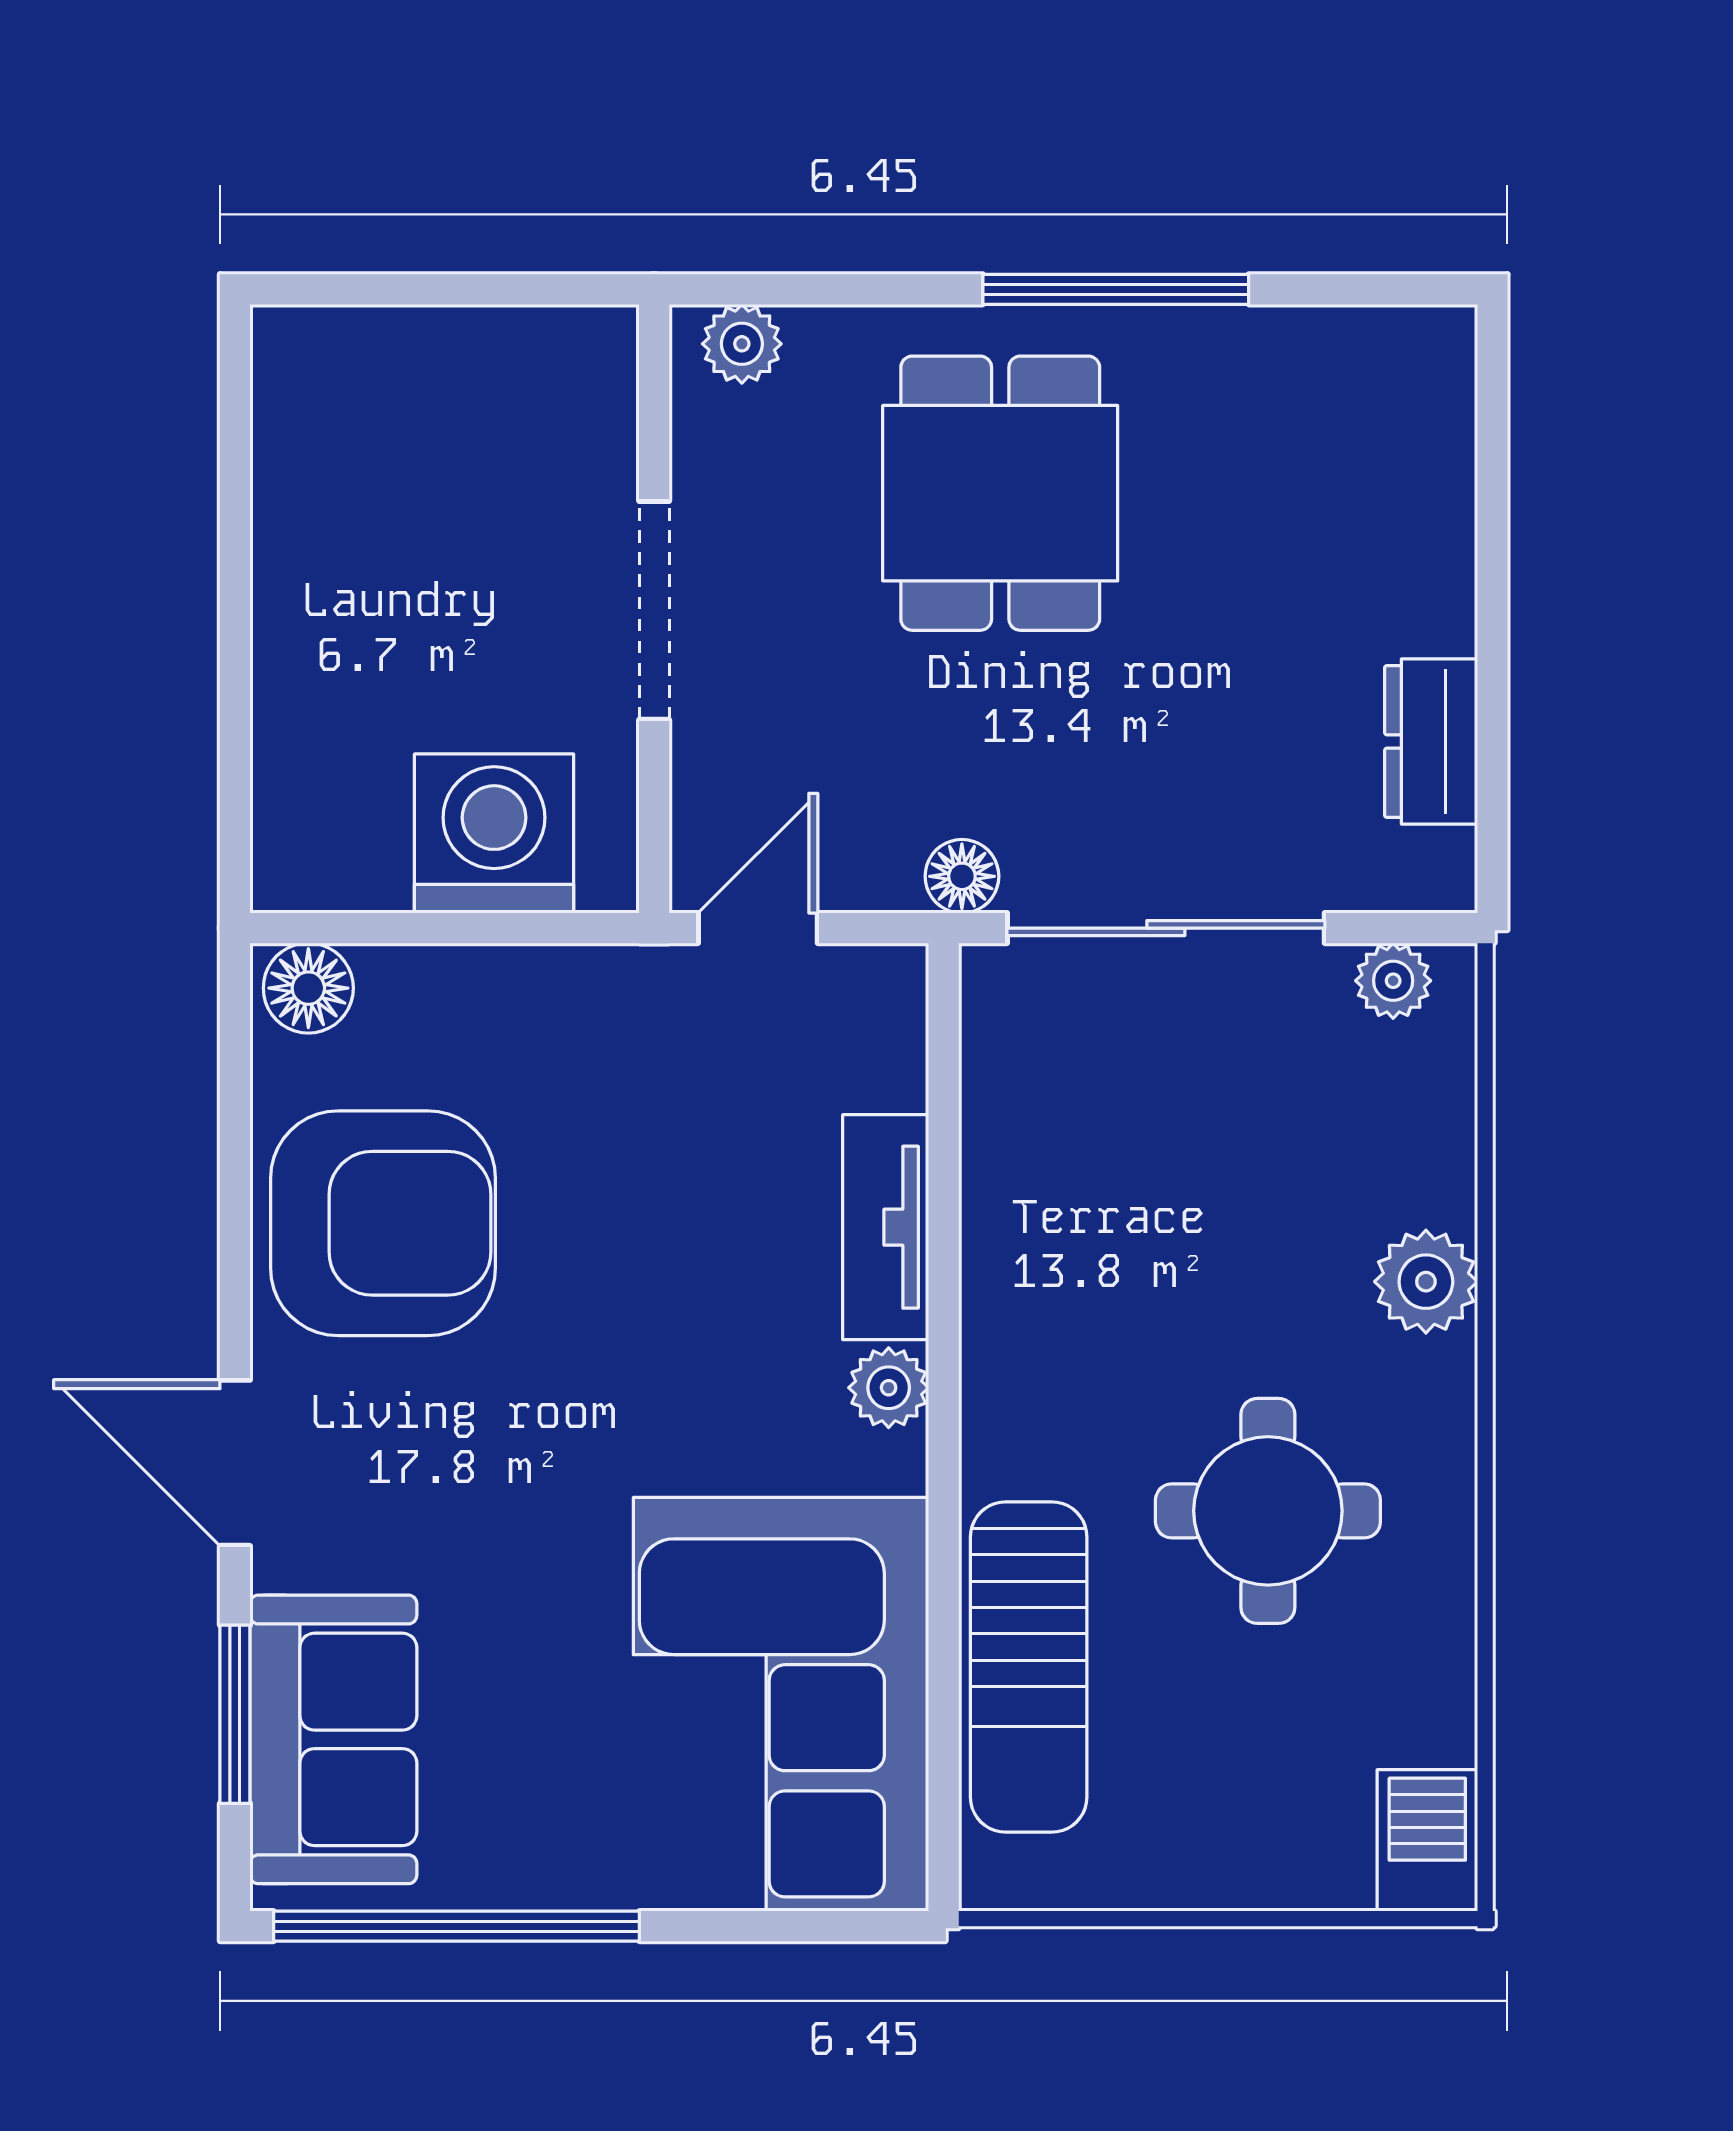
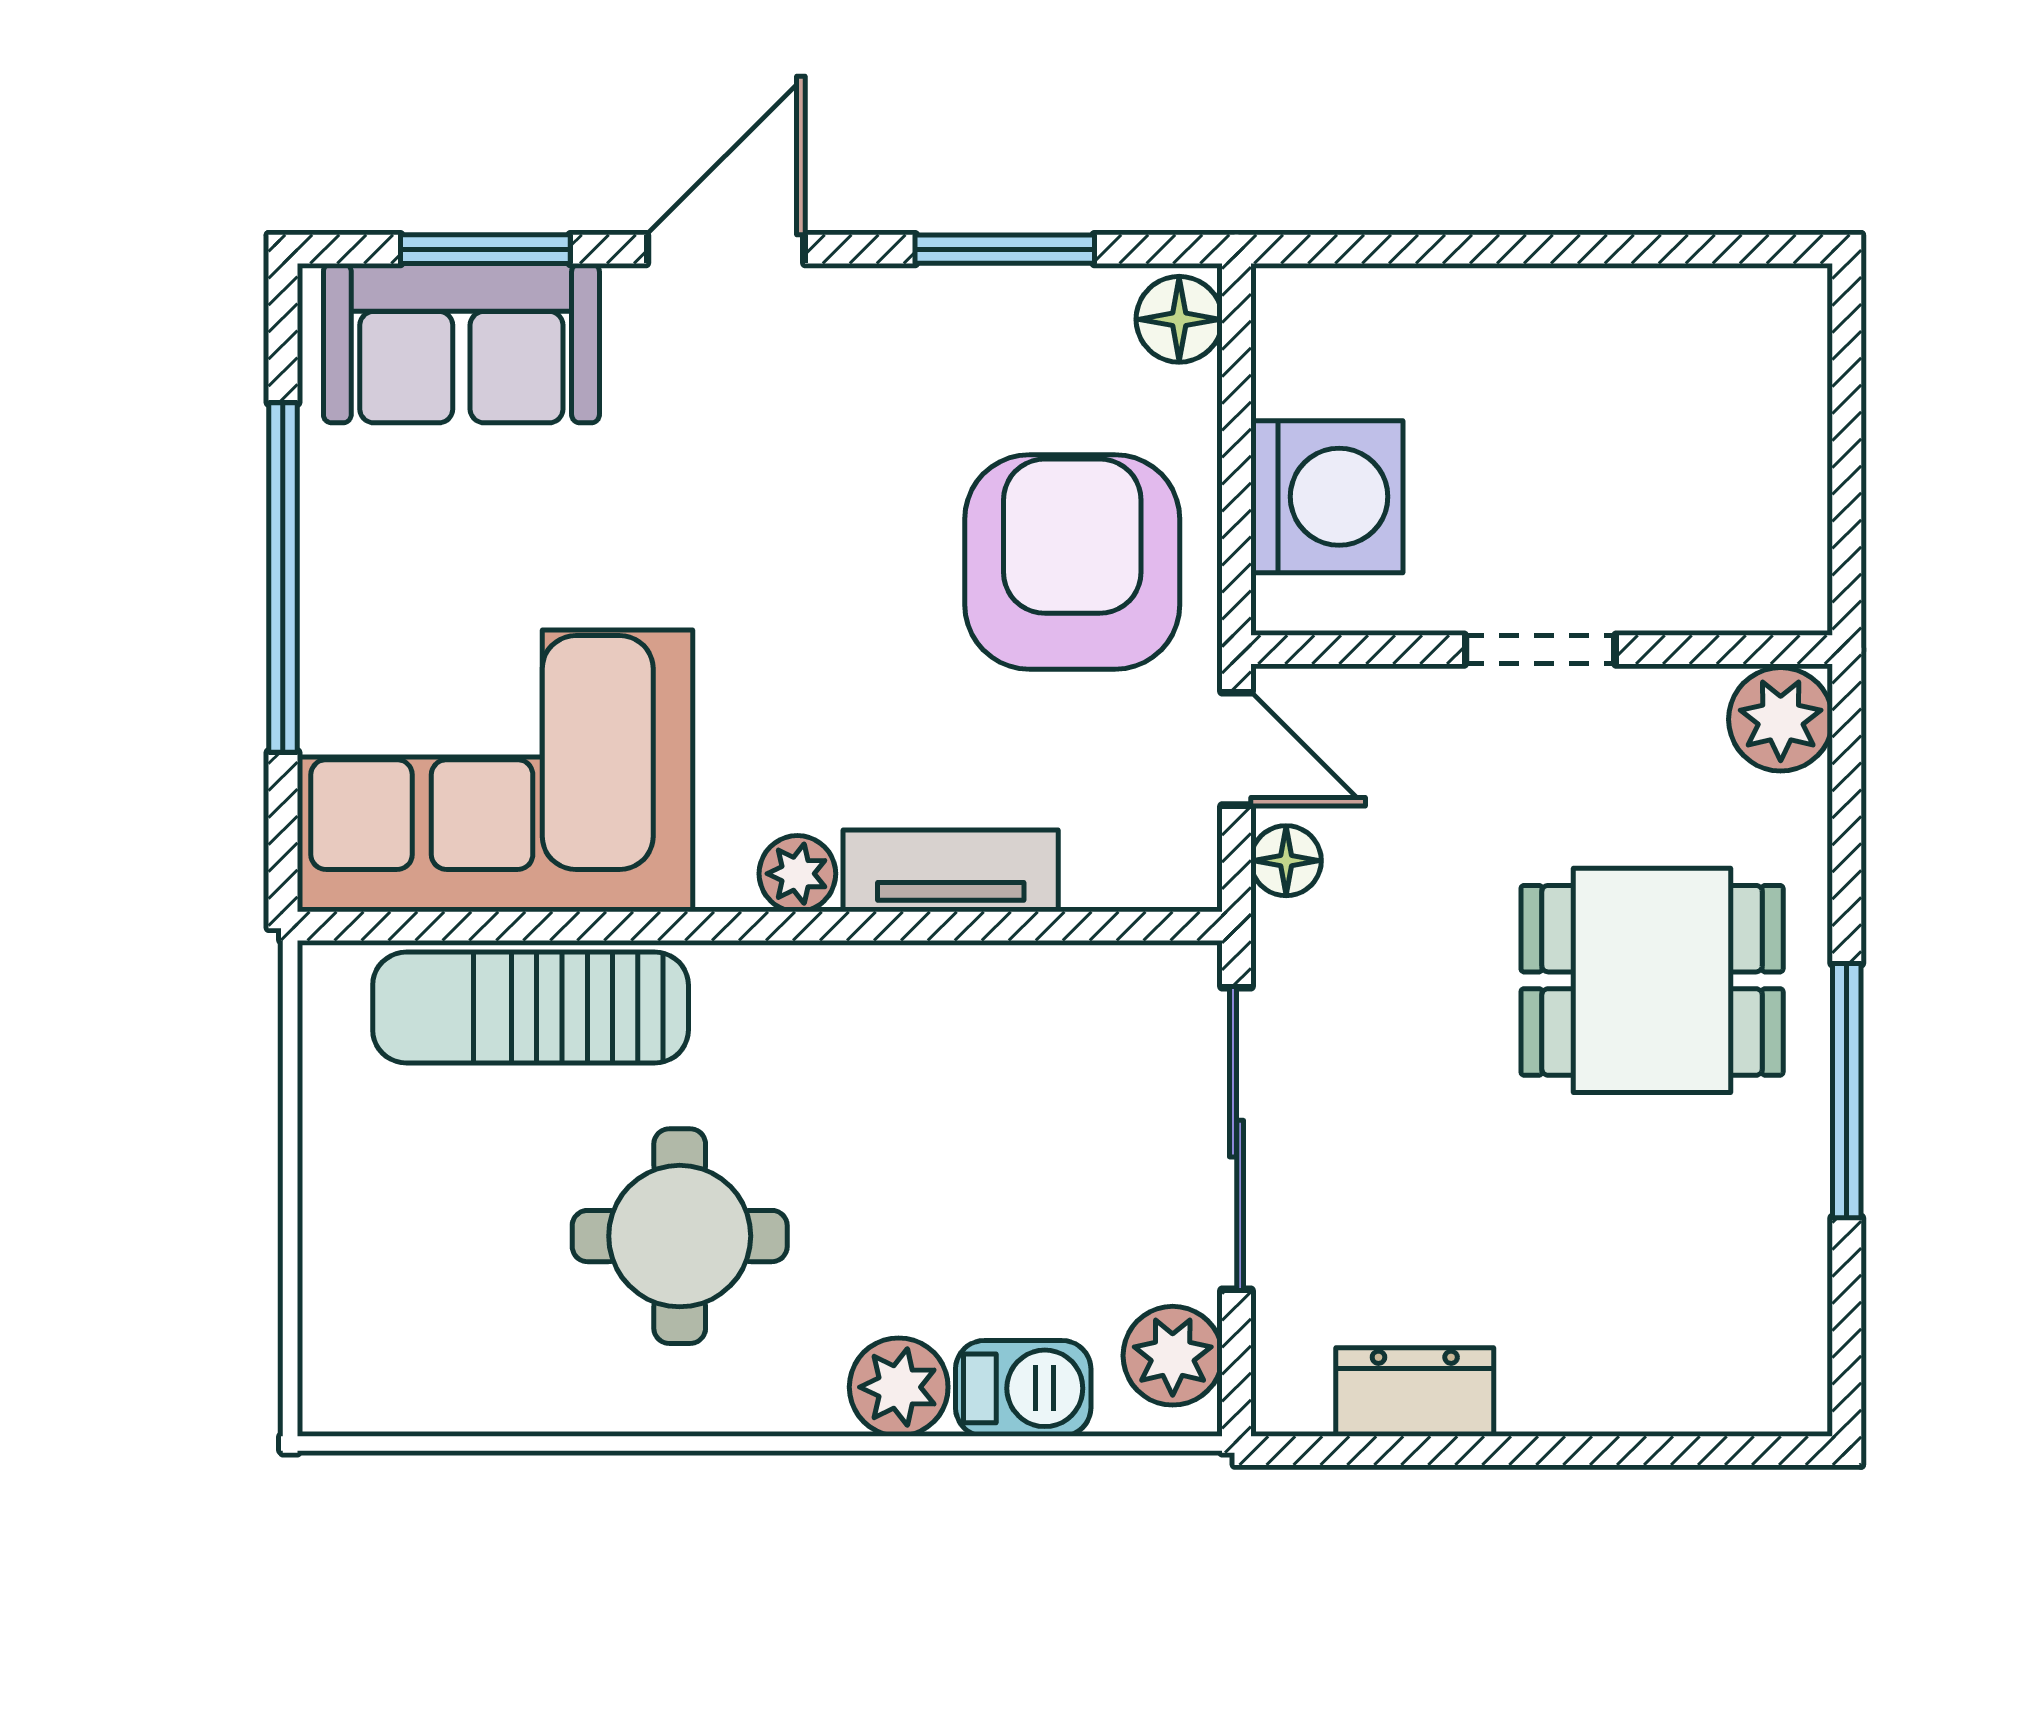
plant: (742, 344) -> (1781, 719), width x1.38, depth x1.38
doorway: (654, 610) -> (1540, 650), width x0.73
floor lamp: (962, 876) -> (1286, 861), moved
plant: (1393, 981) -> (1173, 1356), width x1.38, depth x1.38
window: (235, 1171) -> (1005, 249), added
armchair: (383, 1223) -> (1072, 562), moved, turned 180
barbecue: (1427, 1840) -> (1023, 1388), moved
window: (457, 1926) -> (283, 577), moved

